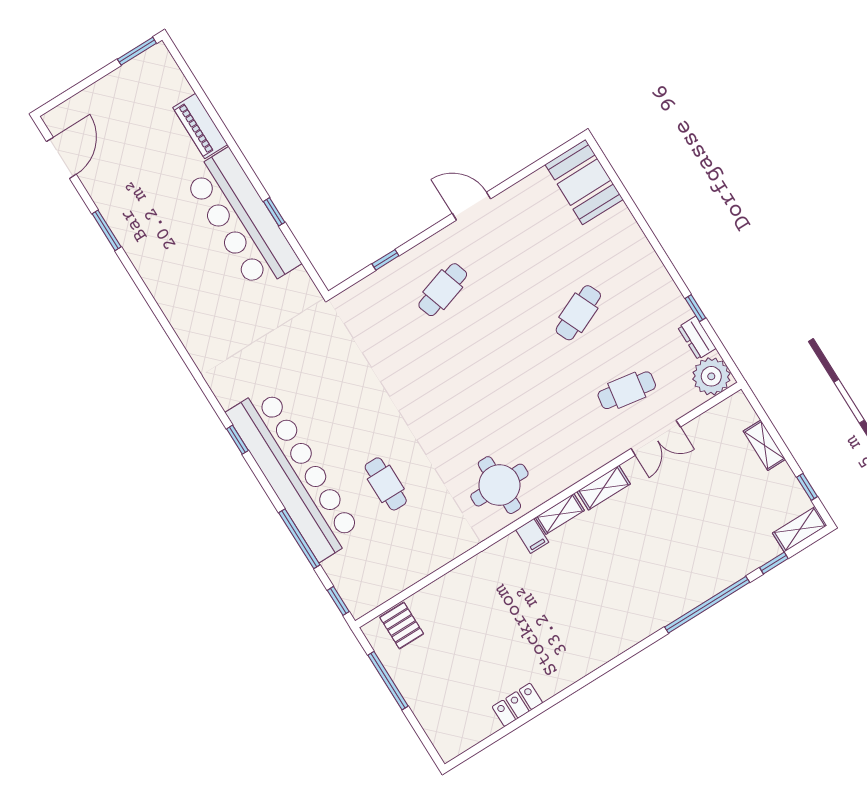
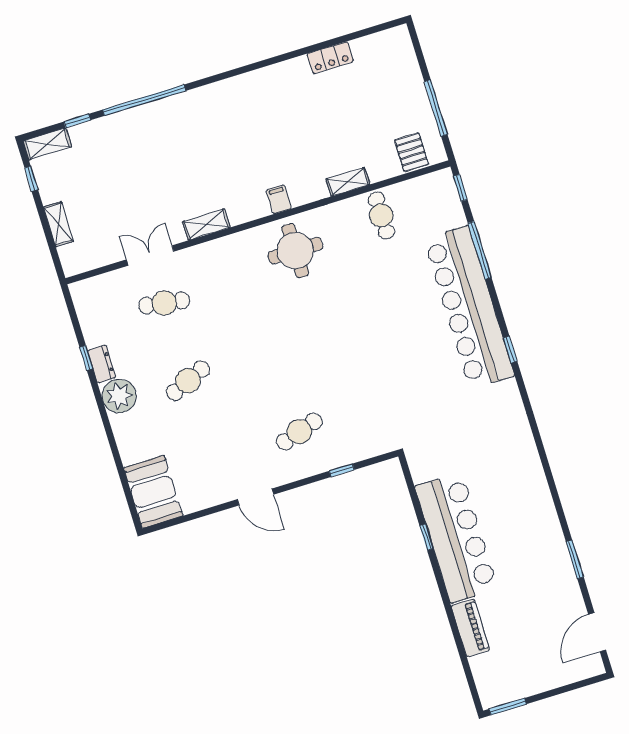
dresser: (697, 338) -> (102, 364), moved
plant: (711, 376) -> (119, 396), moved
cafe table: (386, 484) -> (381, 215), moved
shelving: (560, 514) -> (348, 182), moved

